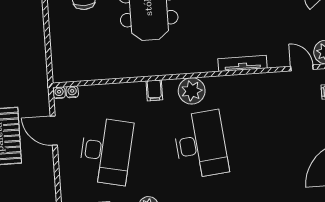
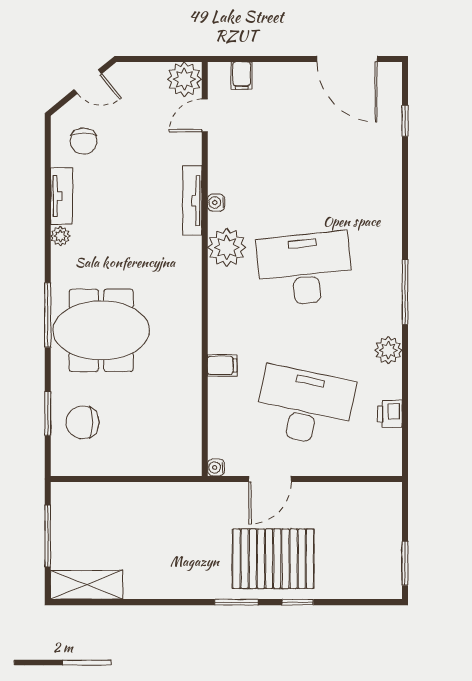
filing cabinet: (154, 90) -> (222, 365), moved
plant: (192, 91) -> (227, 247), moved
water cooler: (72, 92) -> (216, 203), moved

